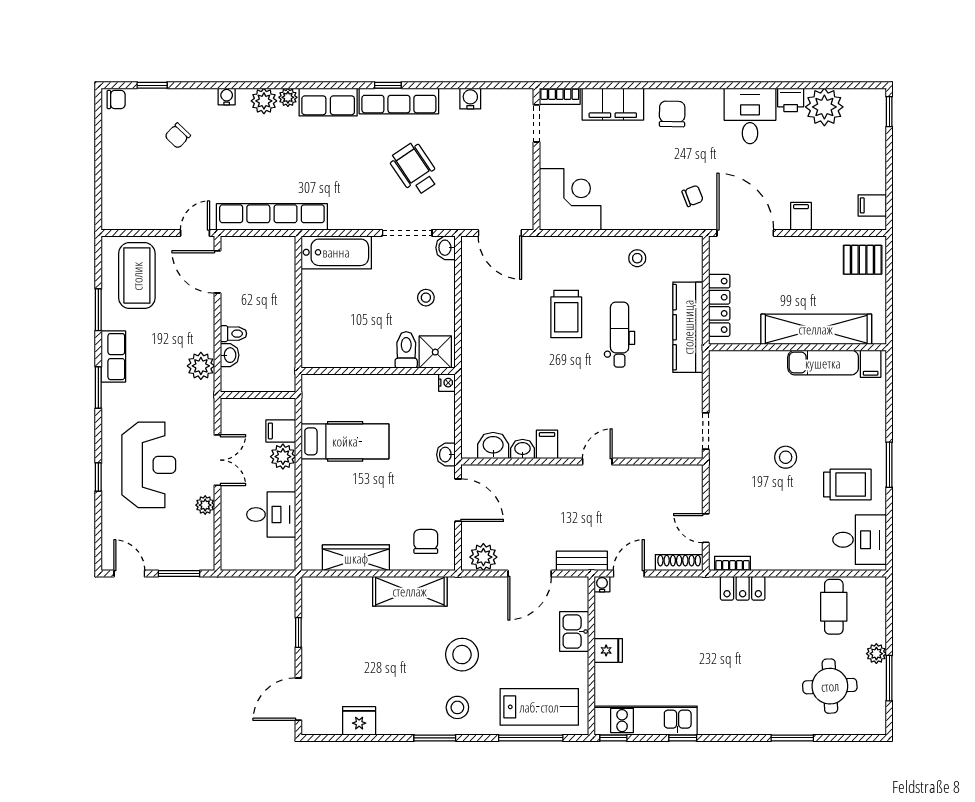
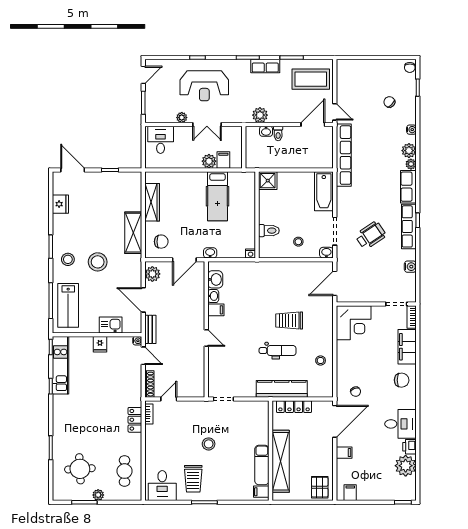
shower: (435, 352) -> (268, 181), moved
desk: (271, 515) -> (161, 140), moved, turned 180
cafe table: (834, 607) -> (125, 471), turned 90

